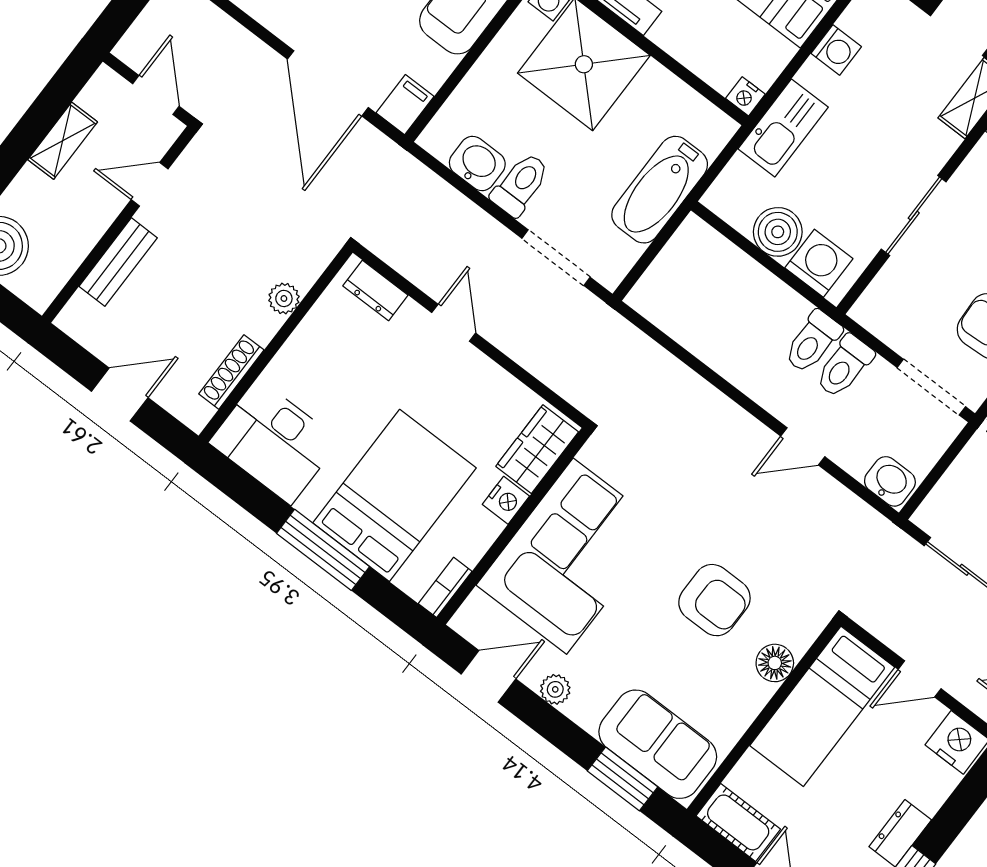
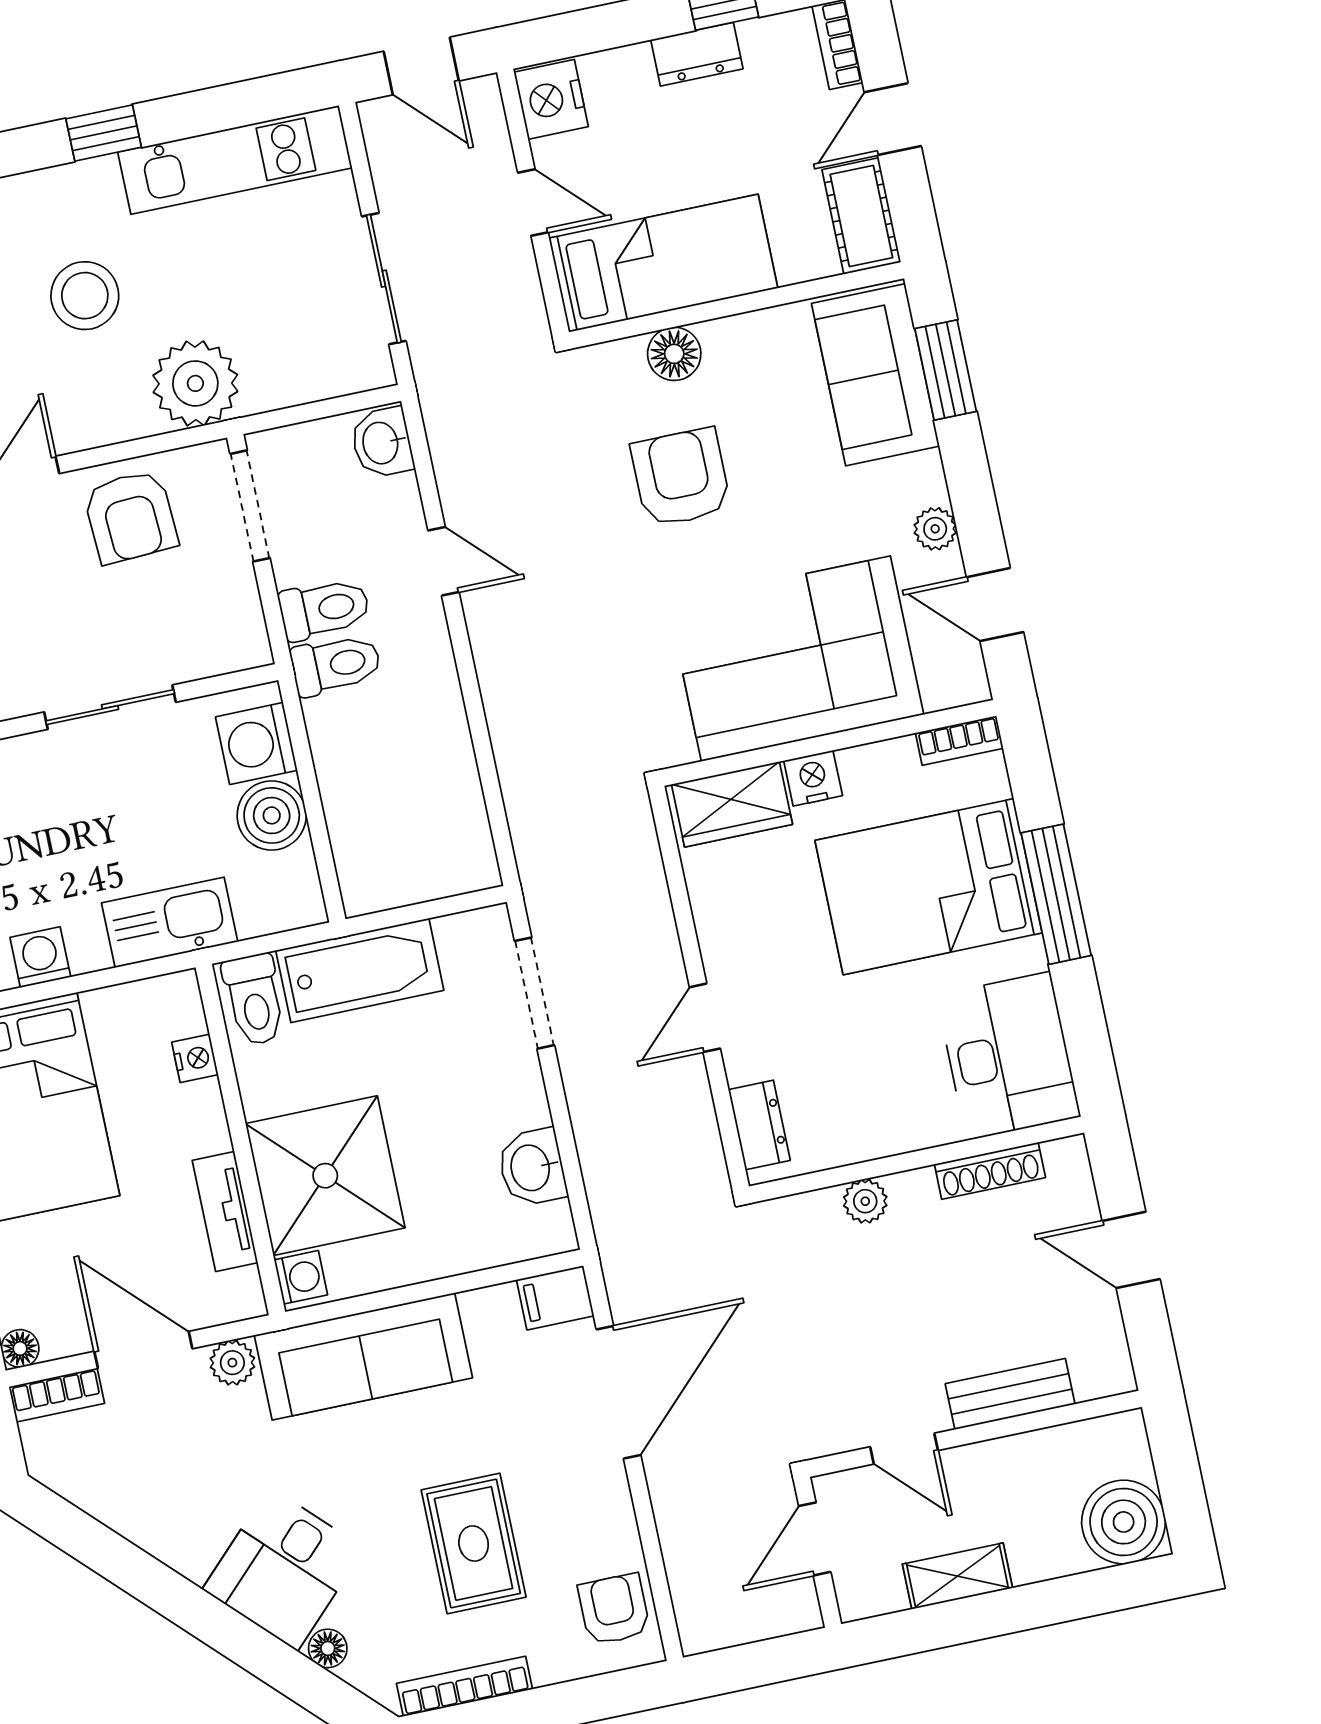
nightstand: (745, 96) -> (195, 1058), moved
toilet: (520, 184) -> (254, 1000), moved, turned -90

